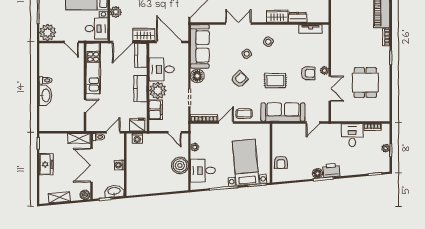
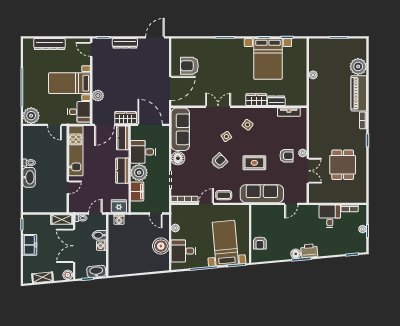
bidet: (117, 154) -> (99, 235), added

